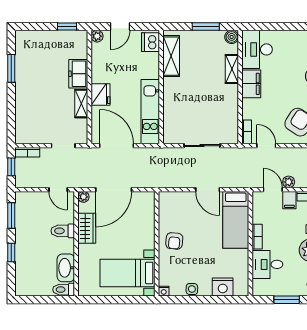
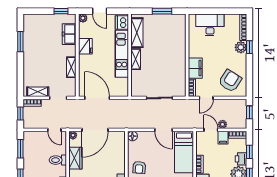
door: (120, 27) -> (100, 11), hinge flipped
boiler: (232, 37) -> (181, 19), removed
desk: (257, 49) -> (210, 25), moved, turned 90
shelving: (232, 69) -> (136, 59), moved
freezer: (78, 74) -> (69, 34), moved
filing cabinet: (251, 84) -> (195, 68), moved
fridge: (100, 95) -> (85, 46), moved
kitchen unit: (150, 112) -> (122, 54), moved
shelving: (35, 137) -> (38, 92), added
door: (266, 146) -> (206, 98), swing flipped
floor lamp: (165, 198) -> (132, 136), added

